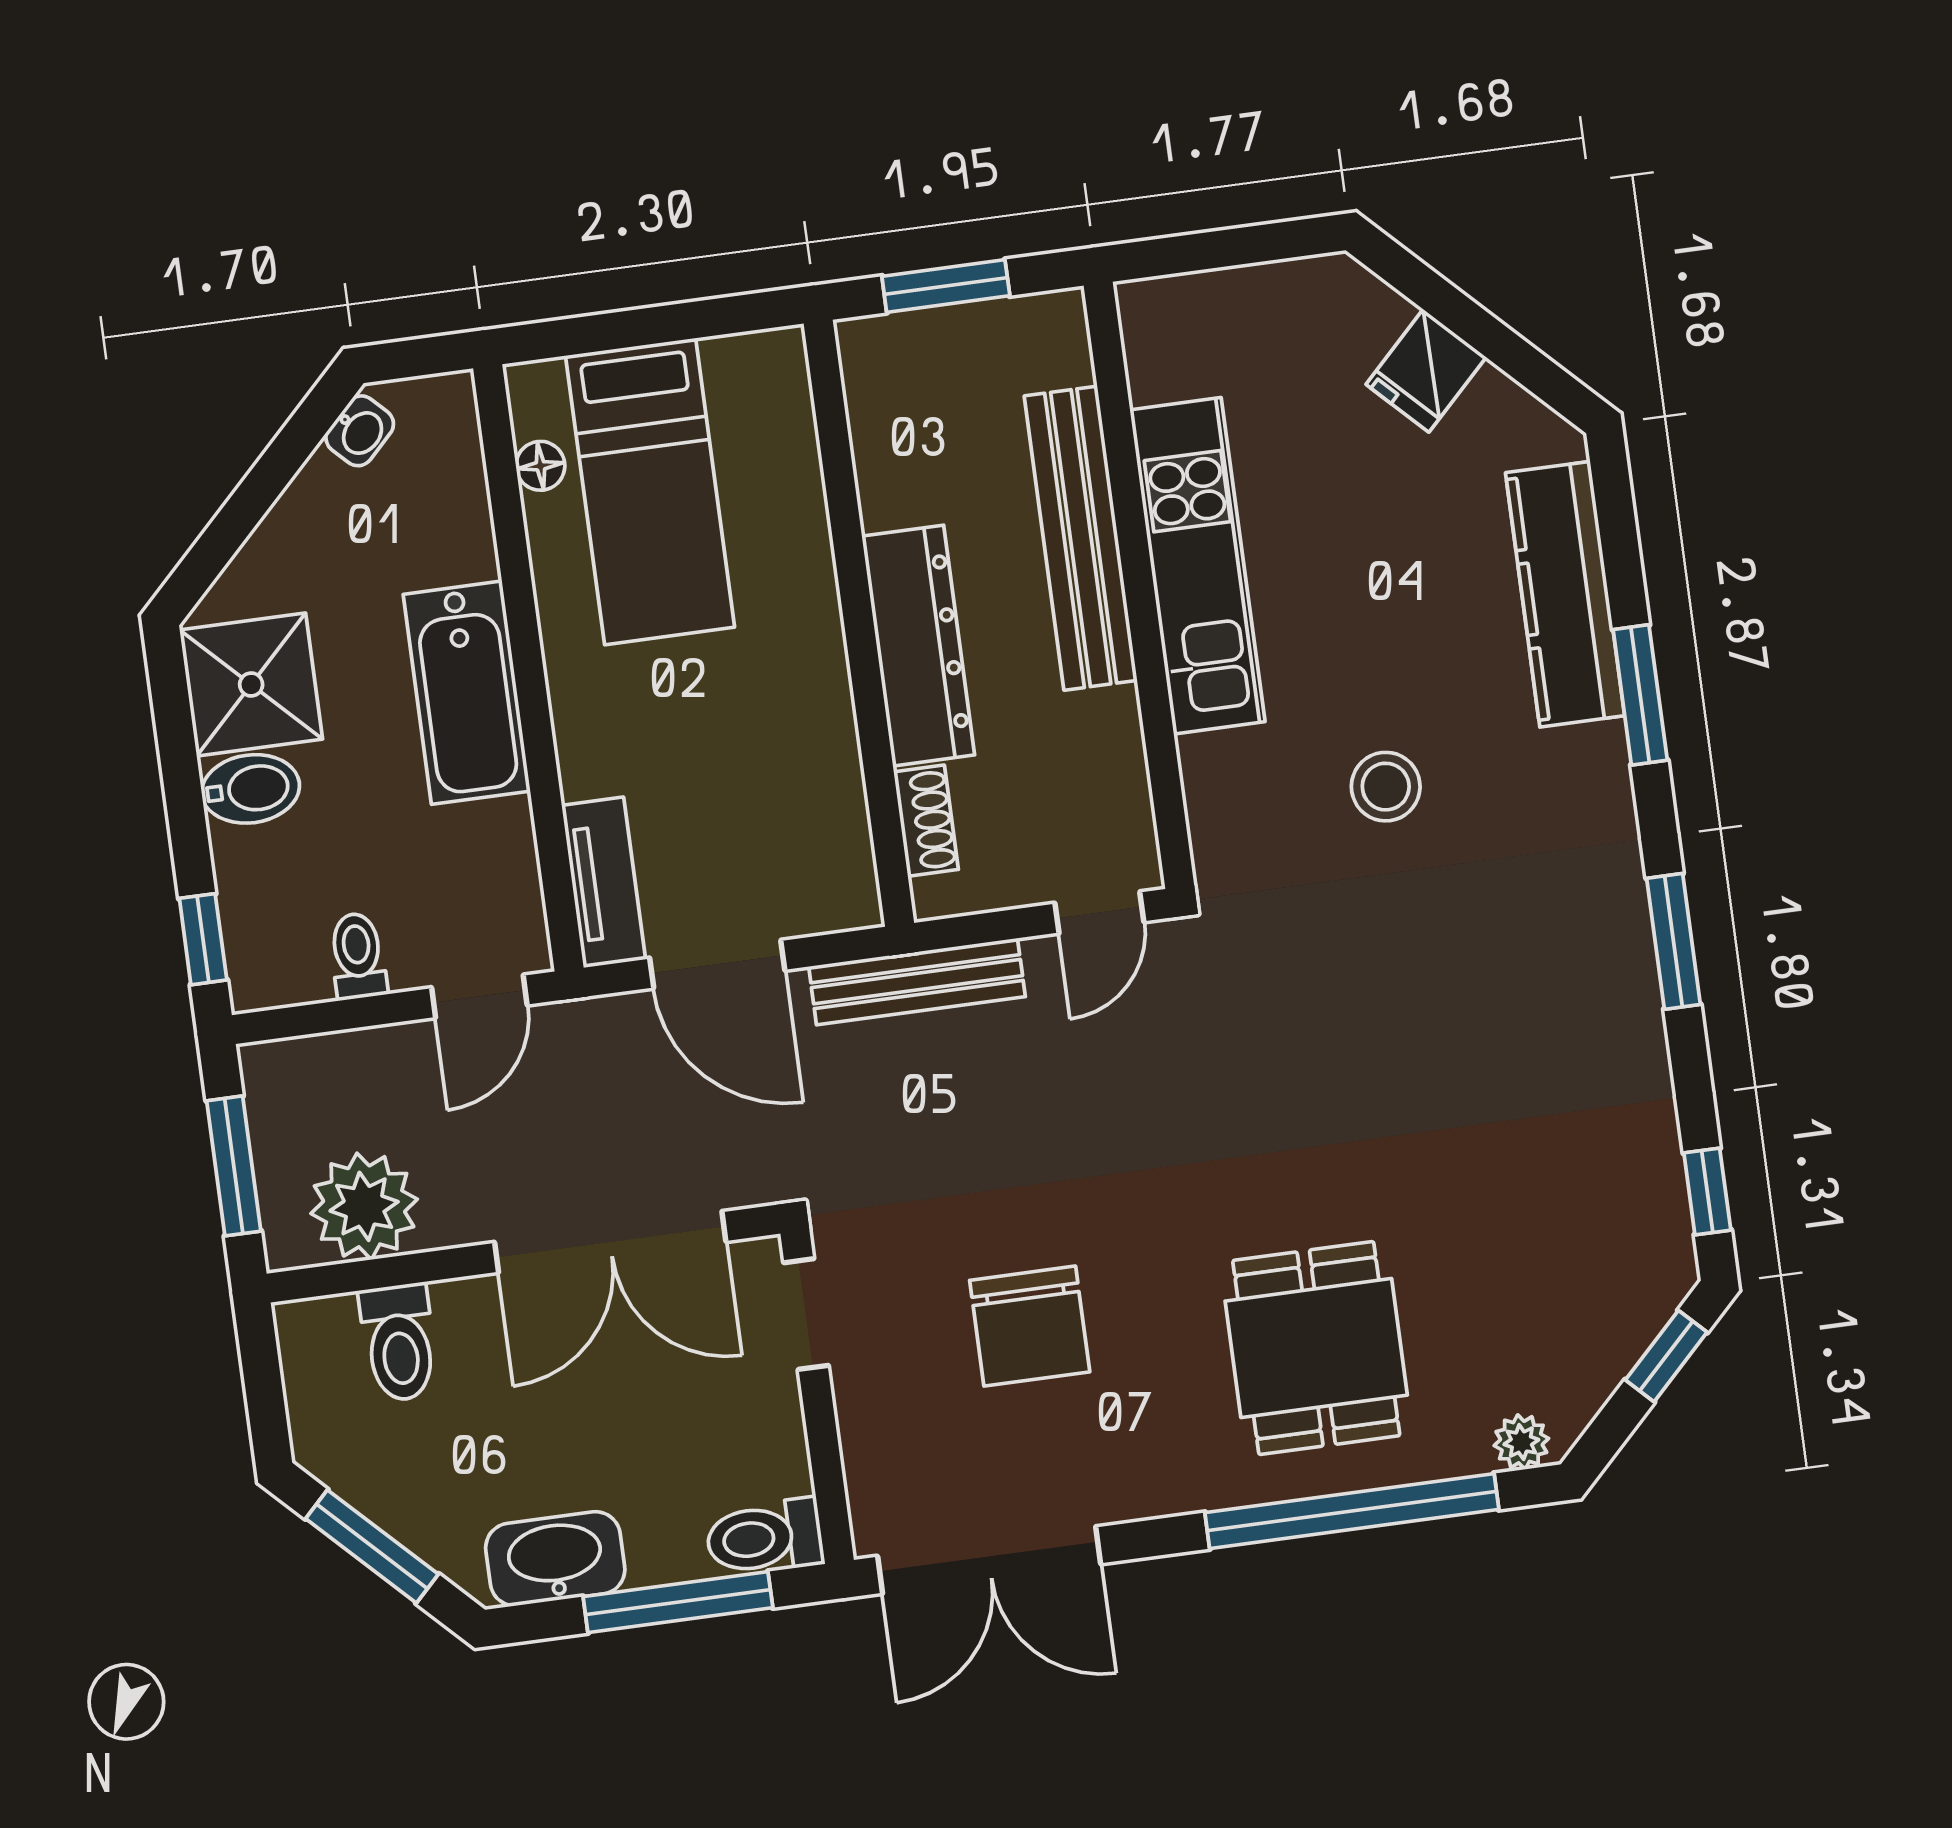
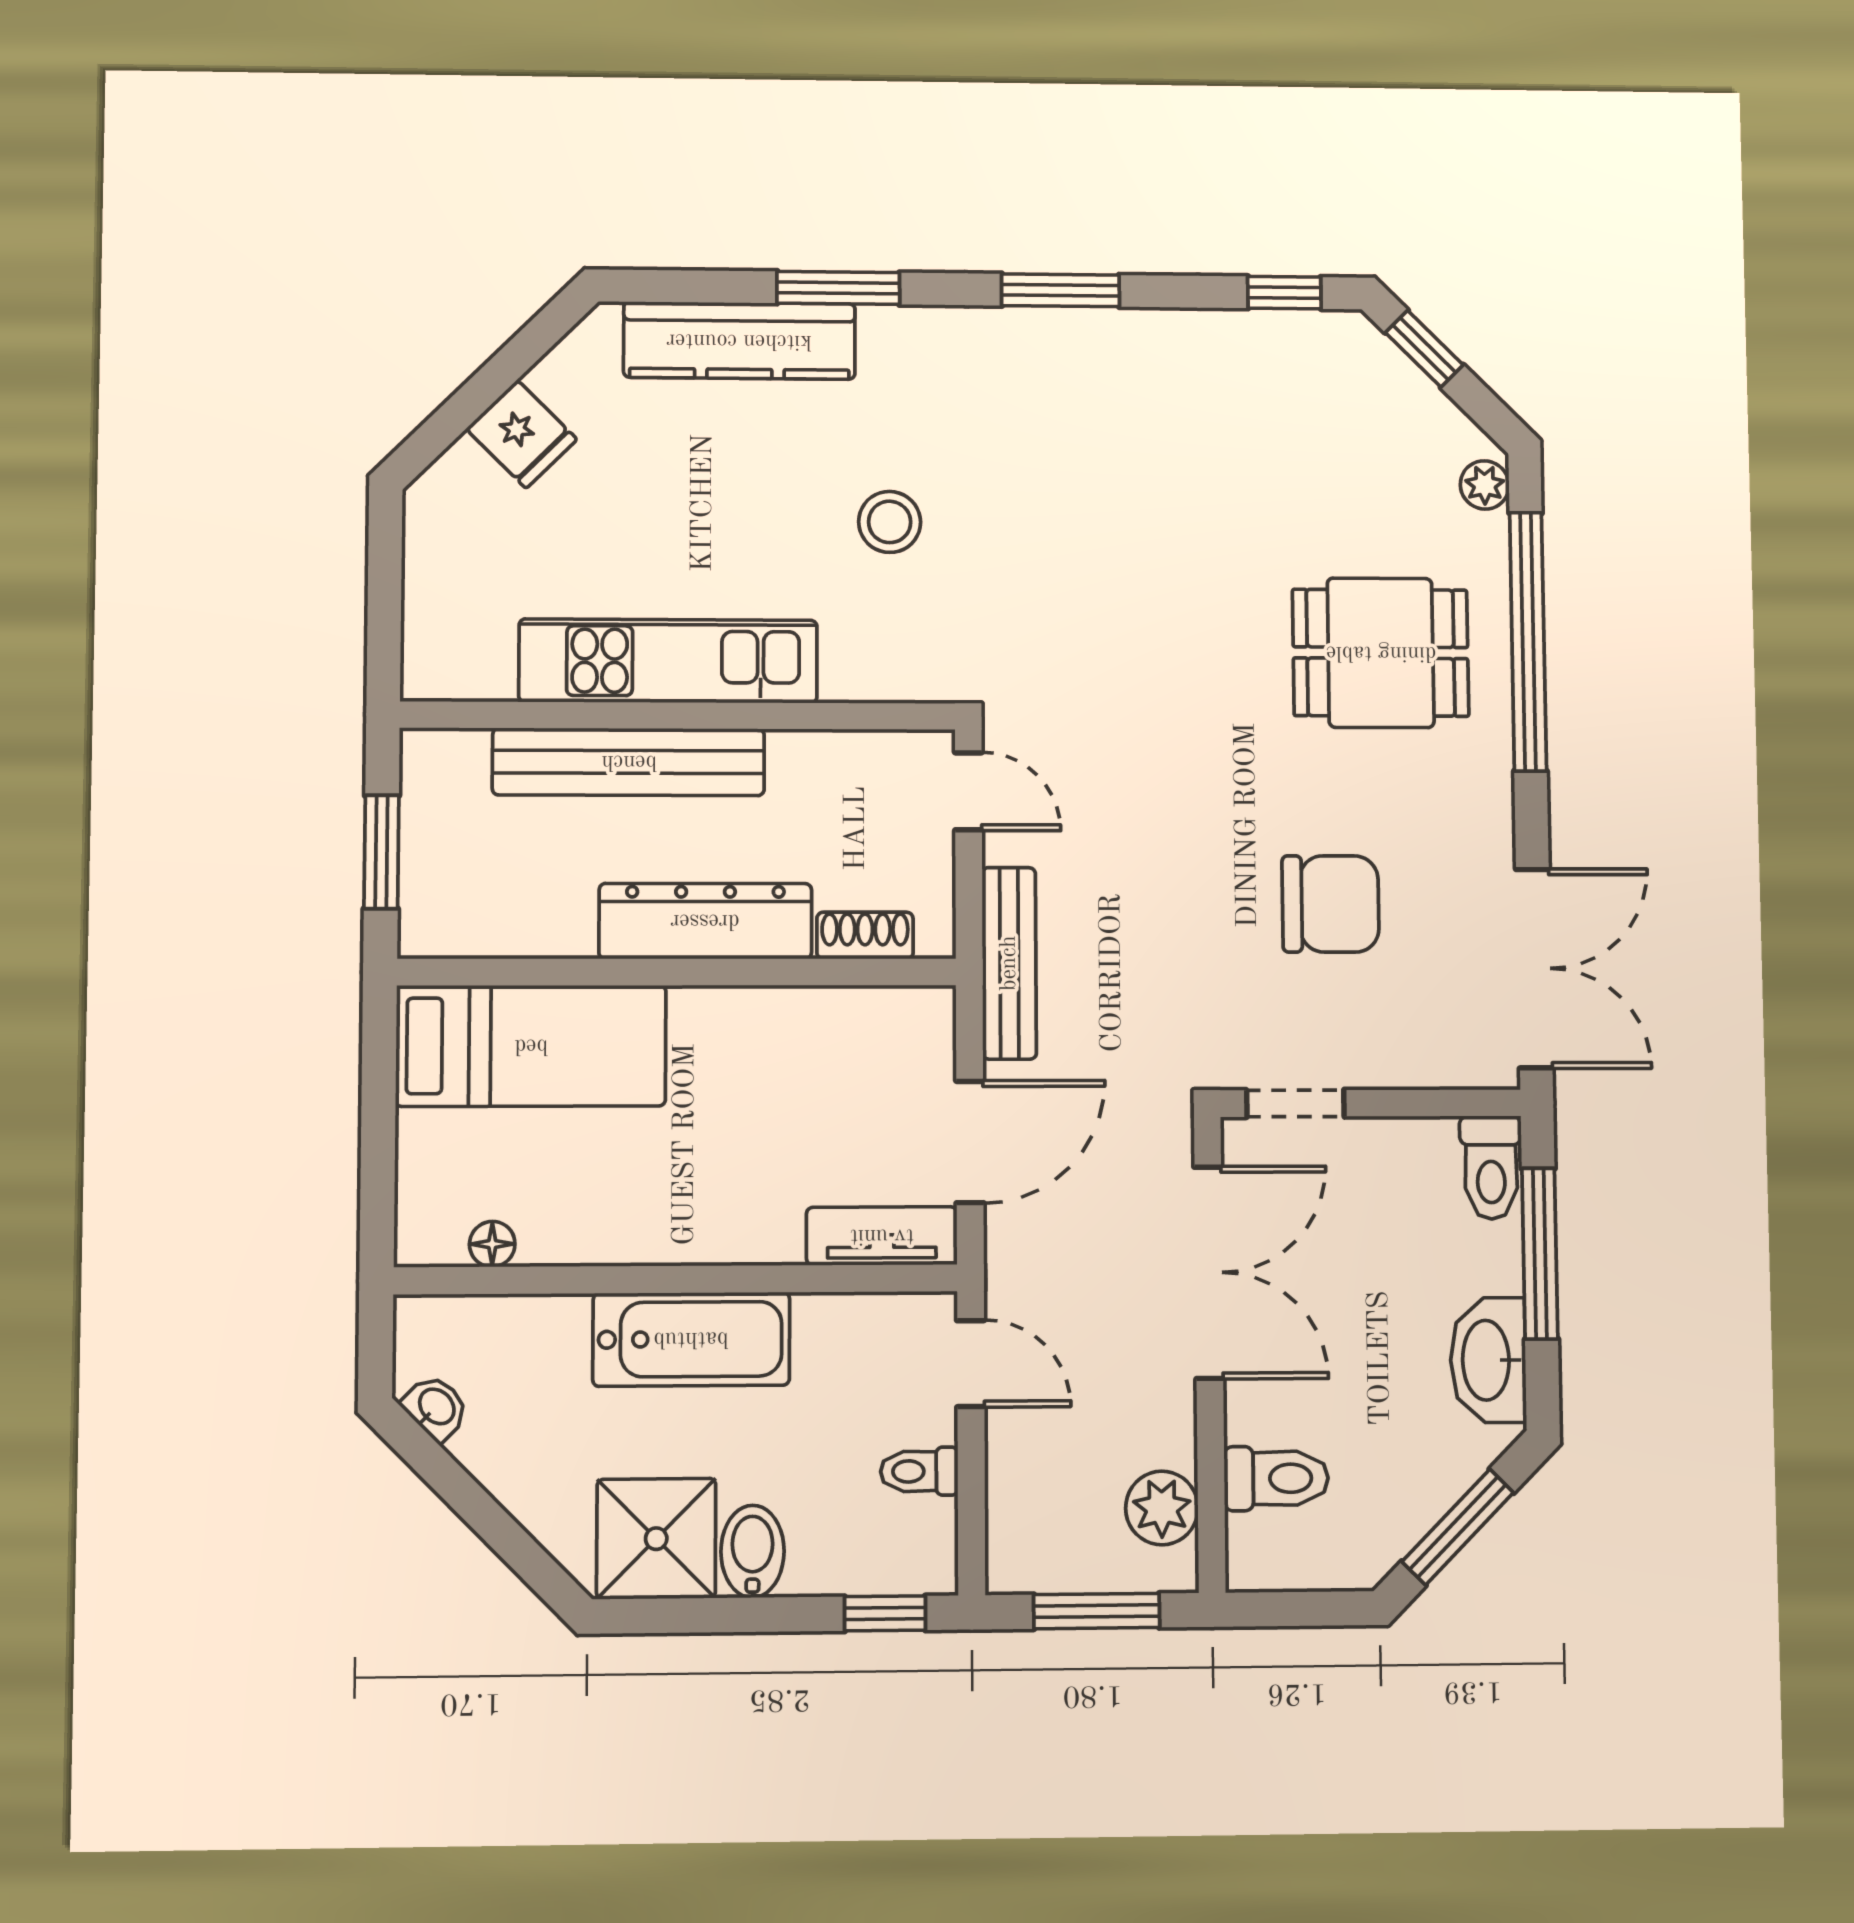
bed: (650, 491) -> (531, 1046), moved
plant: (364, 1206) -> (1162, 1508), width x0.73, depth x0.73

